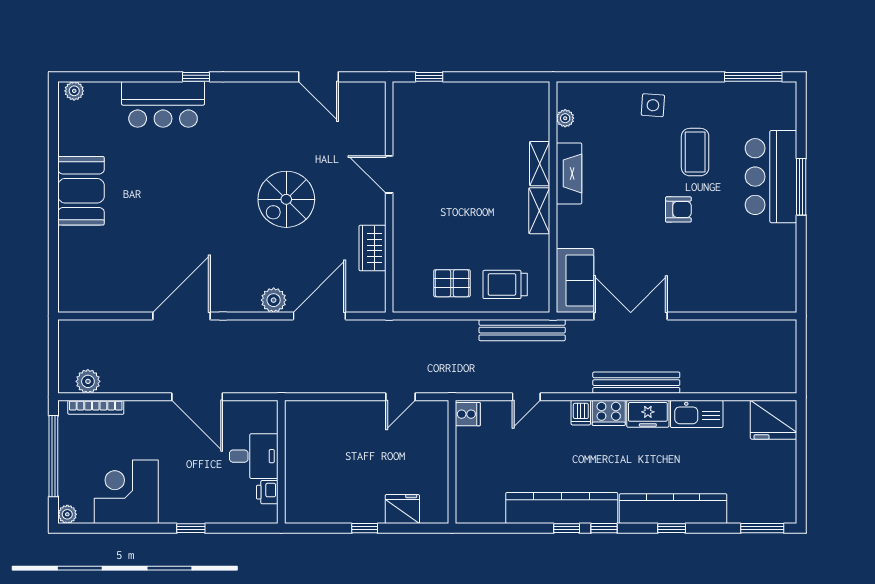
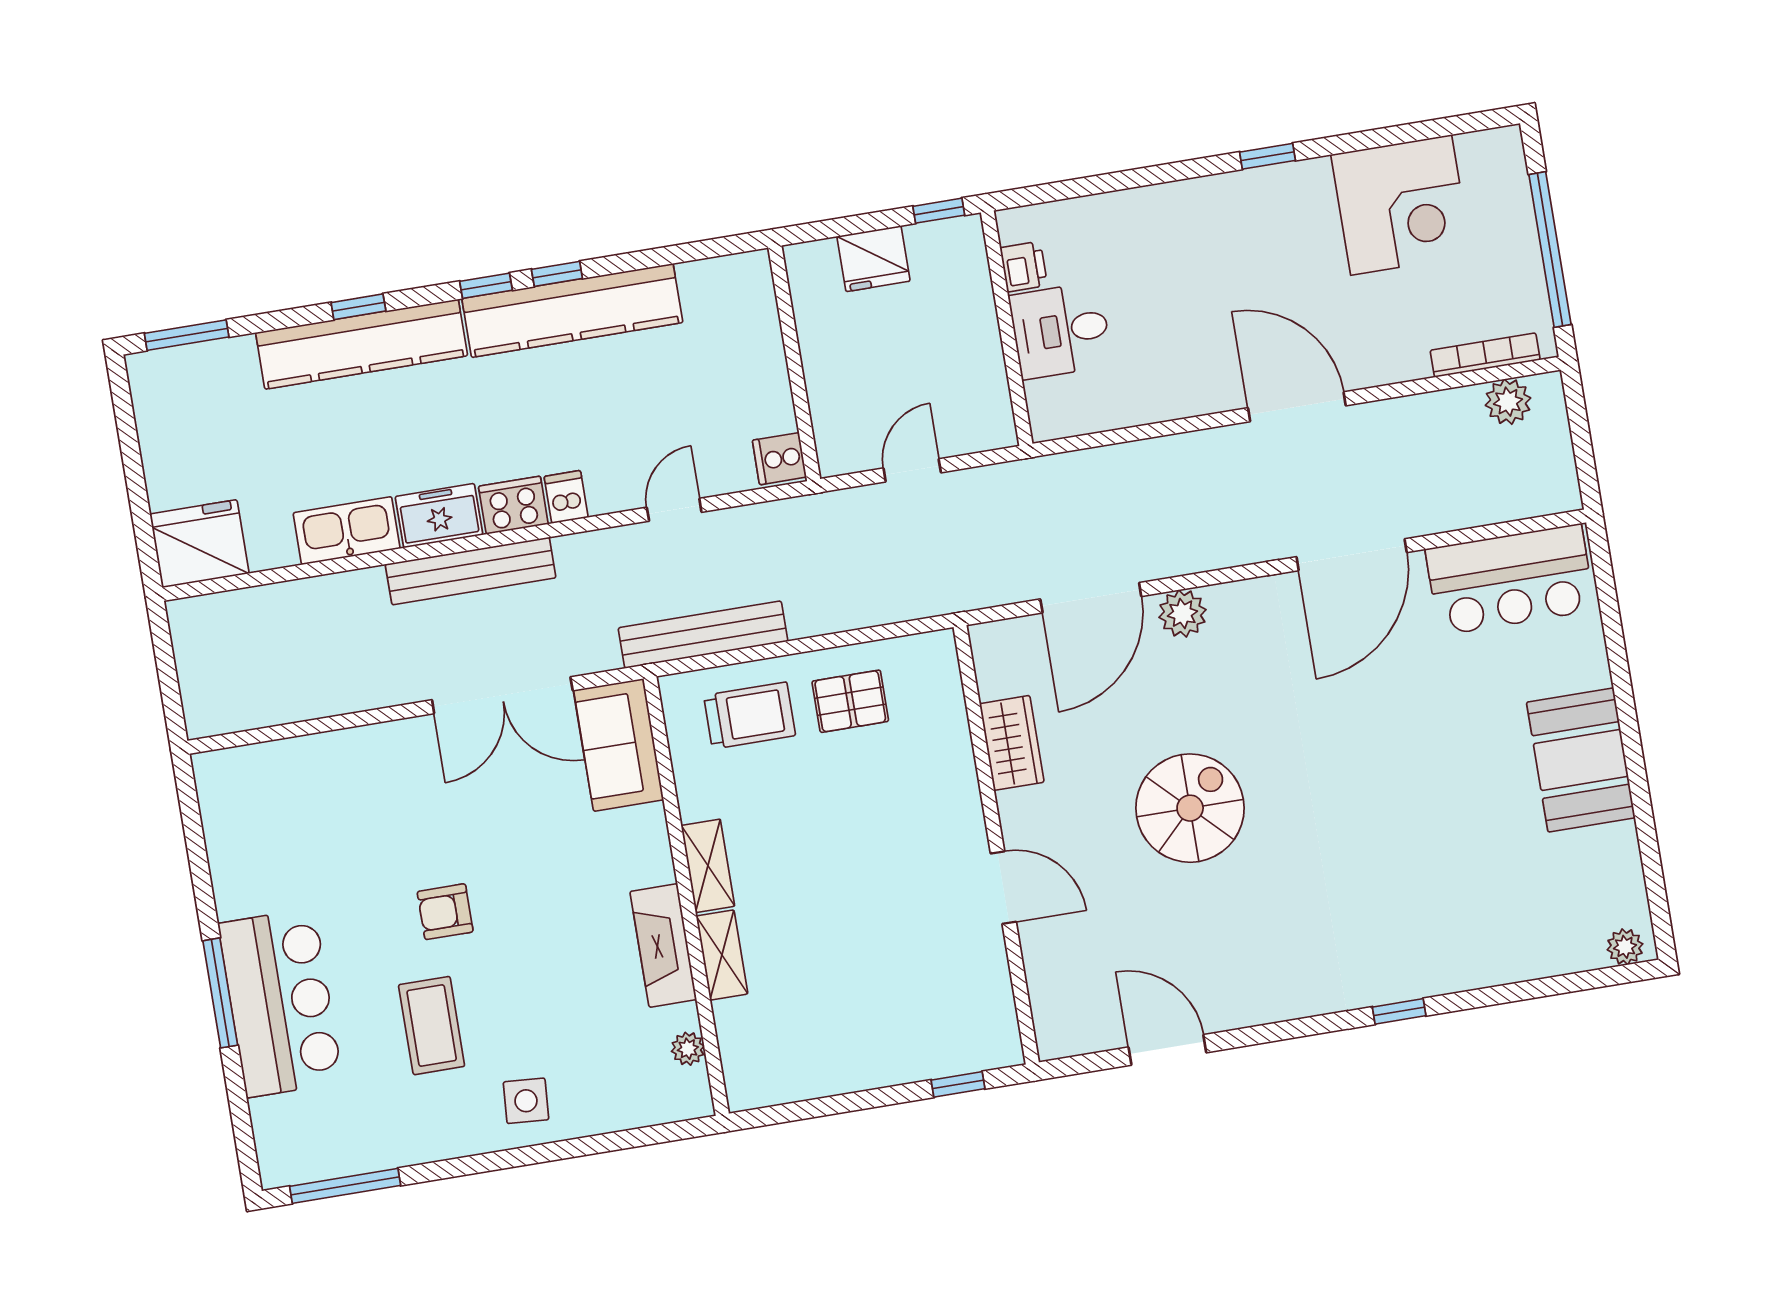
bar counter: (163, 104) -> (1510, 580), moved, turned 180
desk: (254, 456) -> (1061, 331), moved
wall: (281, 462) -> (1007, 328), moved
printer: (267, 492) -> (1024, 267), moved
plant: (67, 514) -> (1506, 144), removed

